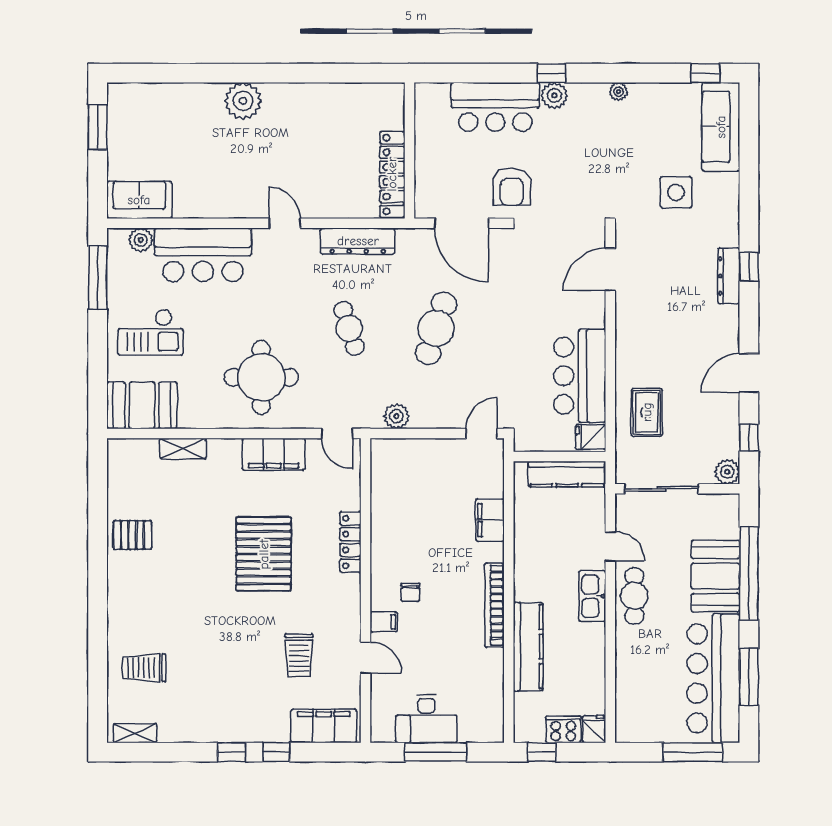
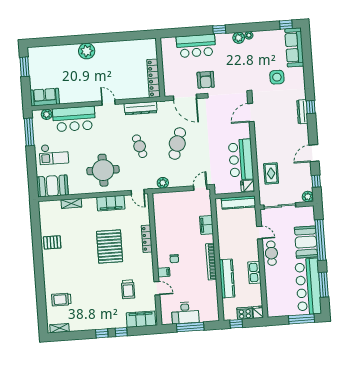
plant: (554, 96) -> (239, 38), moved
kitchen sink: (592, 596) -> (254, 272), moved

